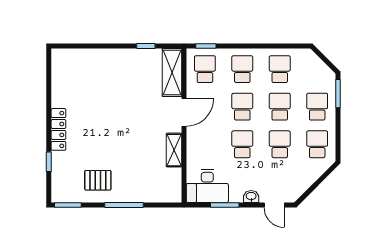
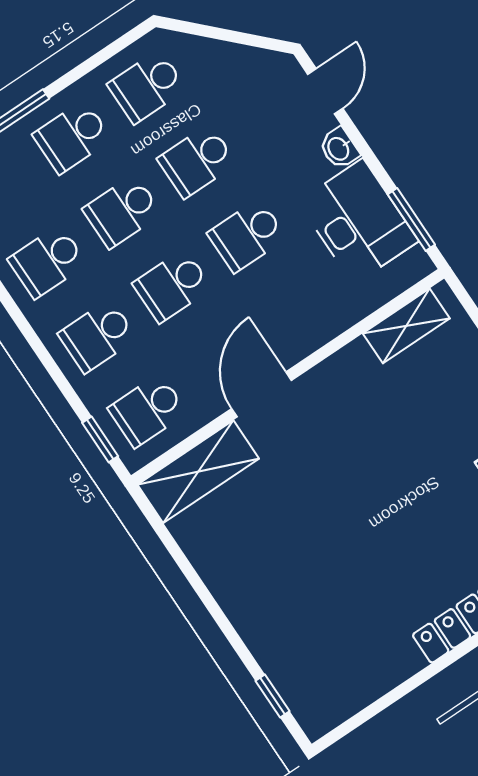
window: (146, 46) -> (273, 696), moved
door: (184, 112) -> (261, 394), hinge flipped
shelving: (174, 150) -> (406, 326), moved
desk: (207, 186) -> (358, 221), moved
window: (225, 205) -> (411, 219), moved

